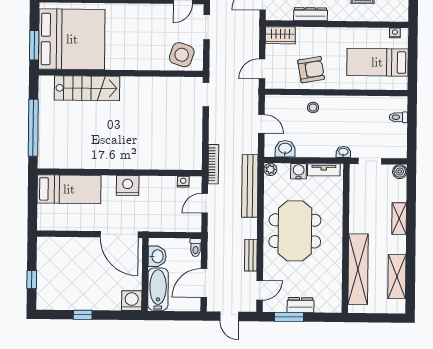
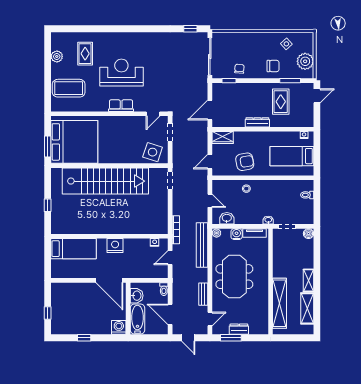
dresser: (310, 14) -> (257, 122), moved
stairs: (87, 88) -> (105, 181), width x1.86, depth x1.51
window: (33, 128) -> (48, 205), width x0.32
shelving: (399, 219) -> (308, 280), moved
door: (204, 283) -> (170, 314), hinge flipped

